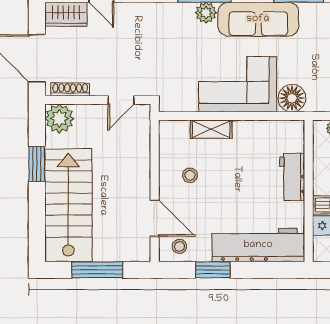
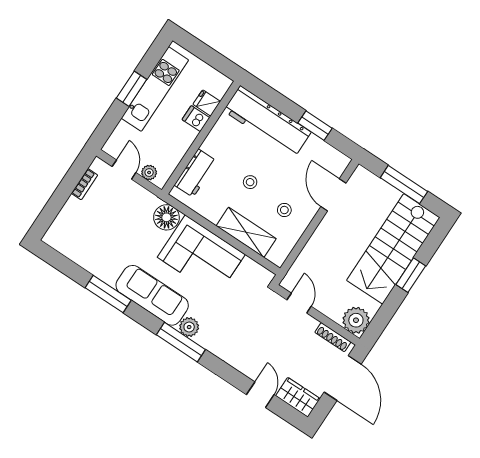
door: (121, 100) -> (299, 303), hinge flipped
shelving: (211, 129) -> (246, 232), width x1.50, depth x1.33
window: (37, 164) -> (411, 275), moved
workbench: (292, 177) -> (196, 173), moved
stool: (179, 246) -> (250, 182), moved

